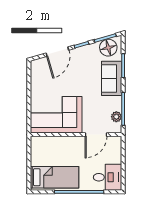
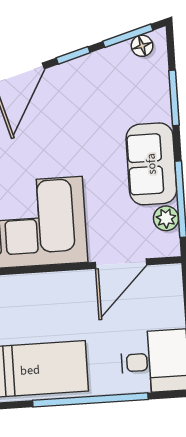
floor lamp: (108, 48) -> (142, 46), width x0.53, depth x0.53
sofa: (112, 78) -> (151, 164), moved

